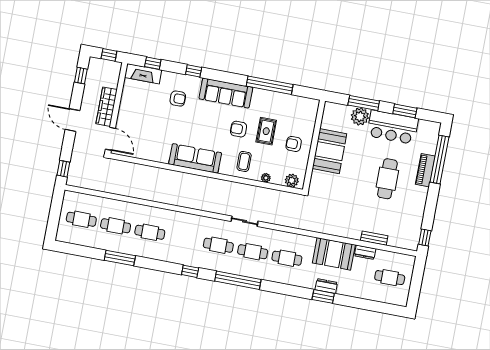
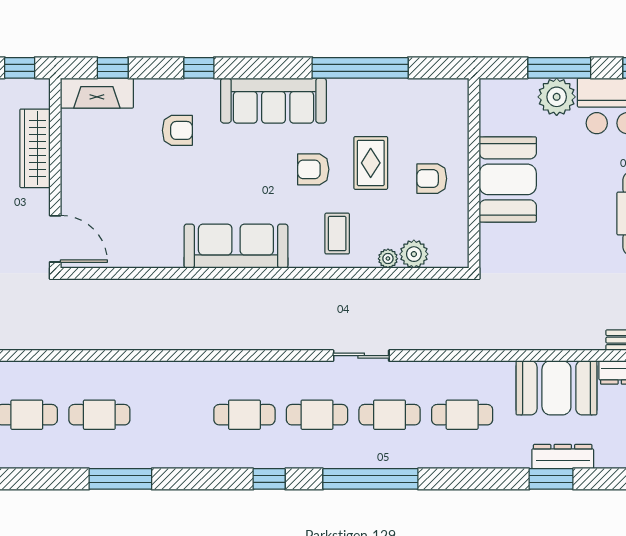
wardrobe: (107, 107) -> (35, 148), moved
plant: (292, 181) -> (414, 254), moved
cafe table: (150, 232) -> (244, 415), moved
dresser: (326, 286) -> (563, 457), width x1.44

